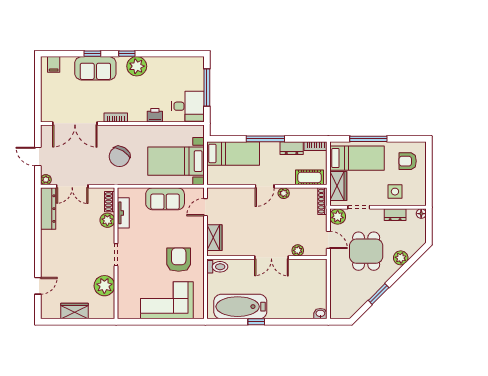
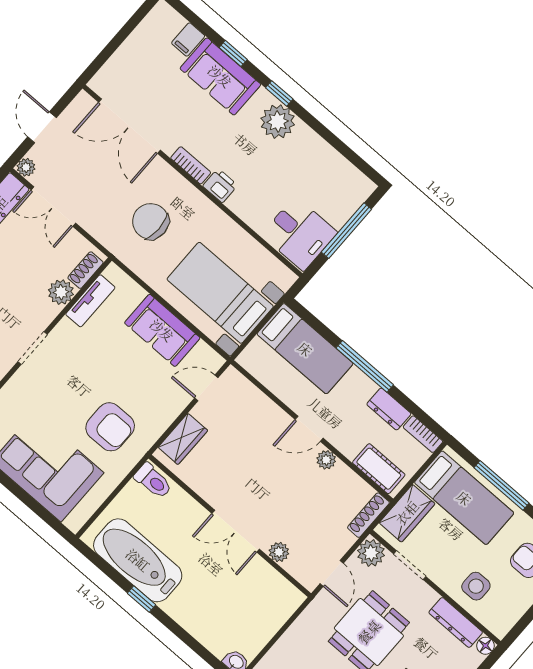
filing cabinet: (54, 64) -> (188, 39), moved
printer: (155, 115) -> (220, 186), moved
chair: (119, 156) -> (151, 221), turned 59
dresser: (395, 215) -> (456, 622), width x1.44
armchair: (179, 260) -> (110, 427), turned 90

